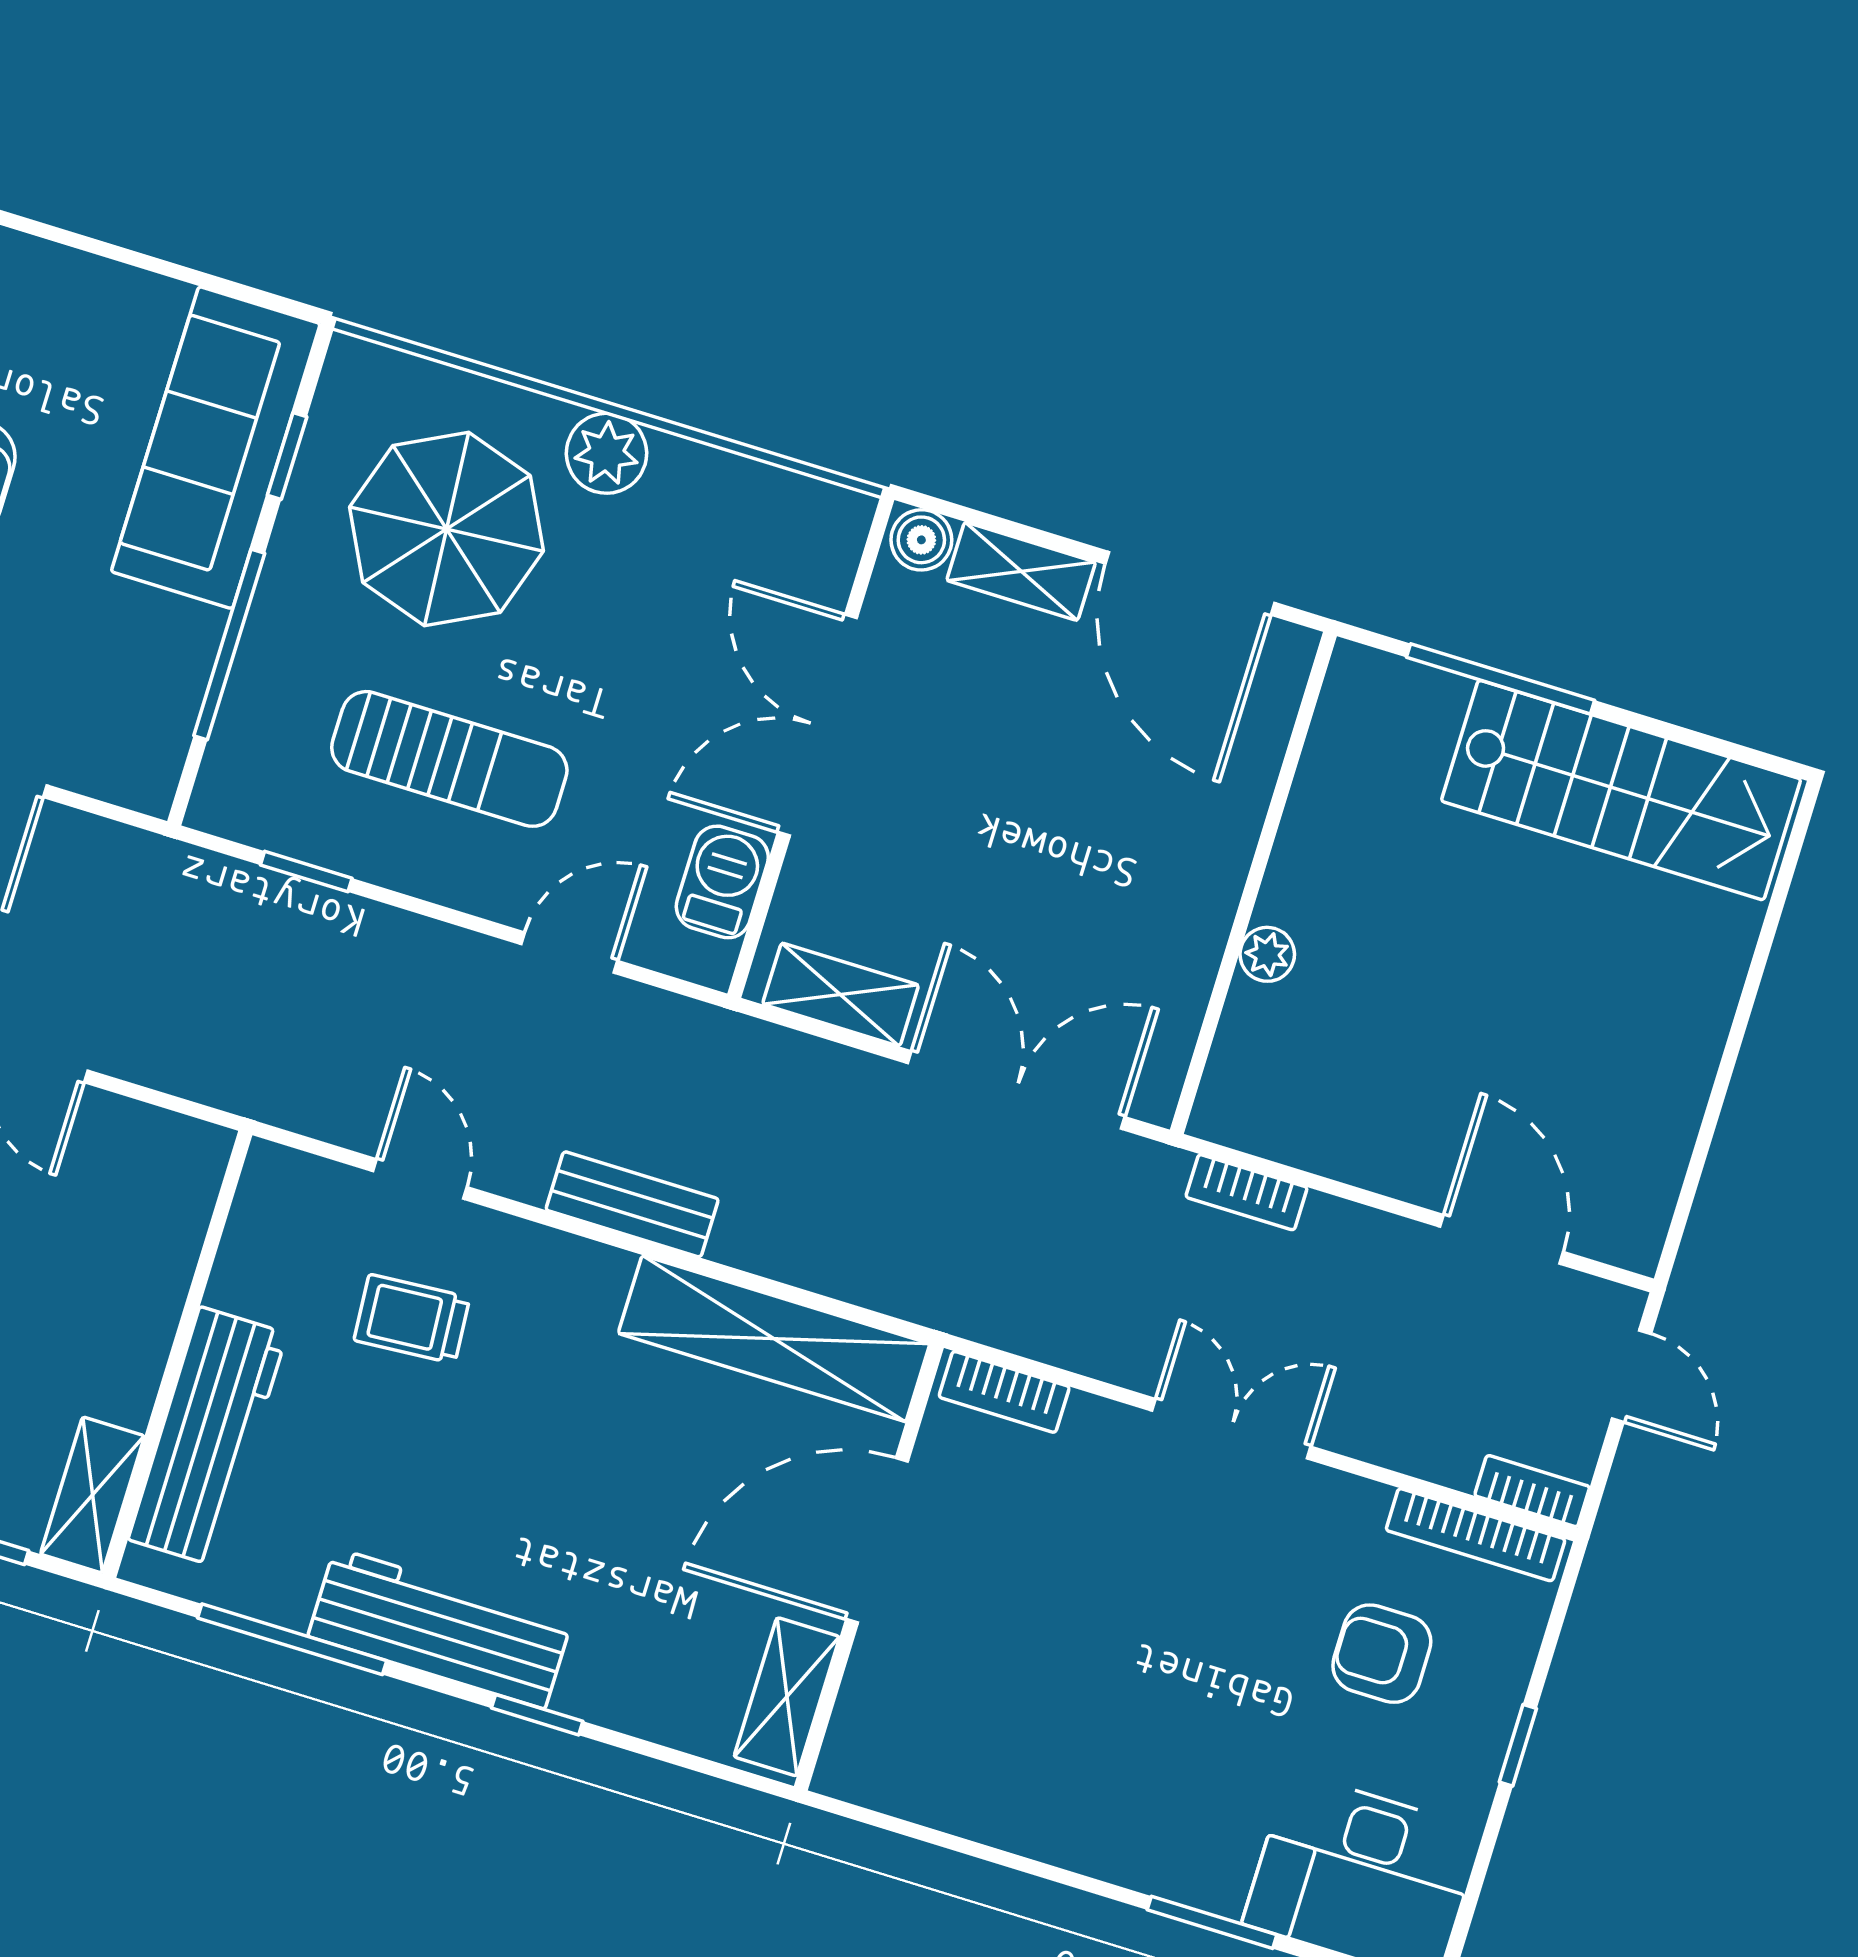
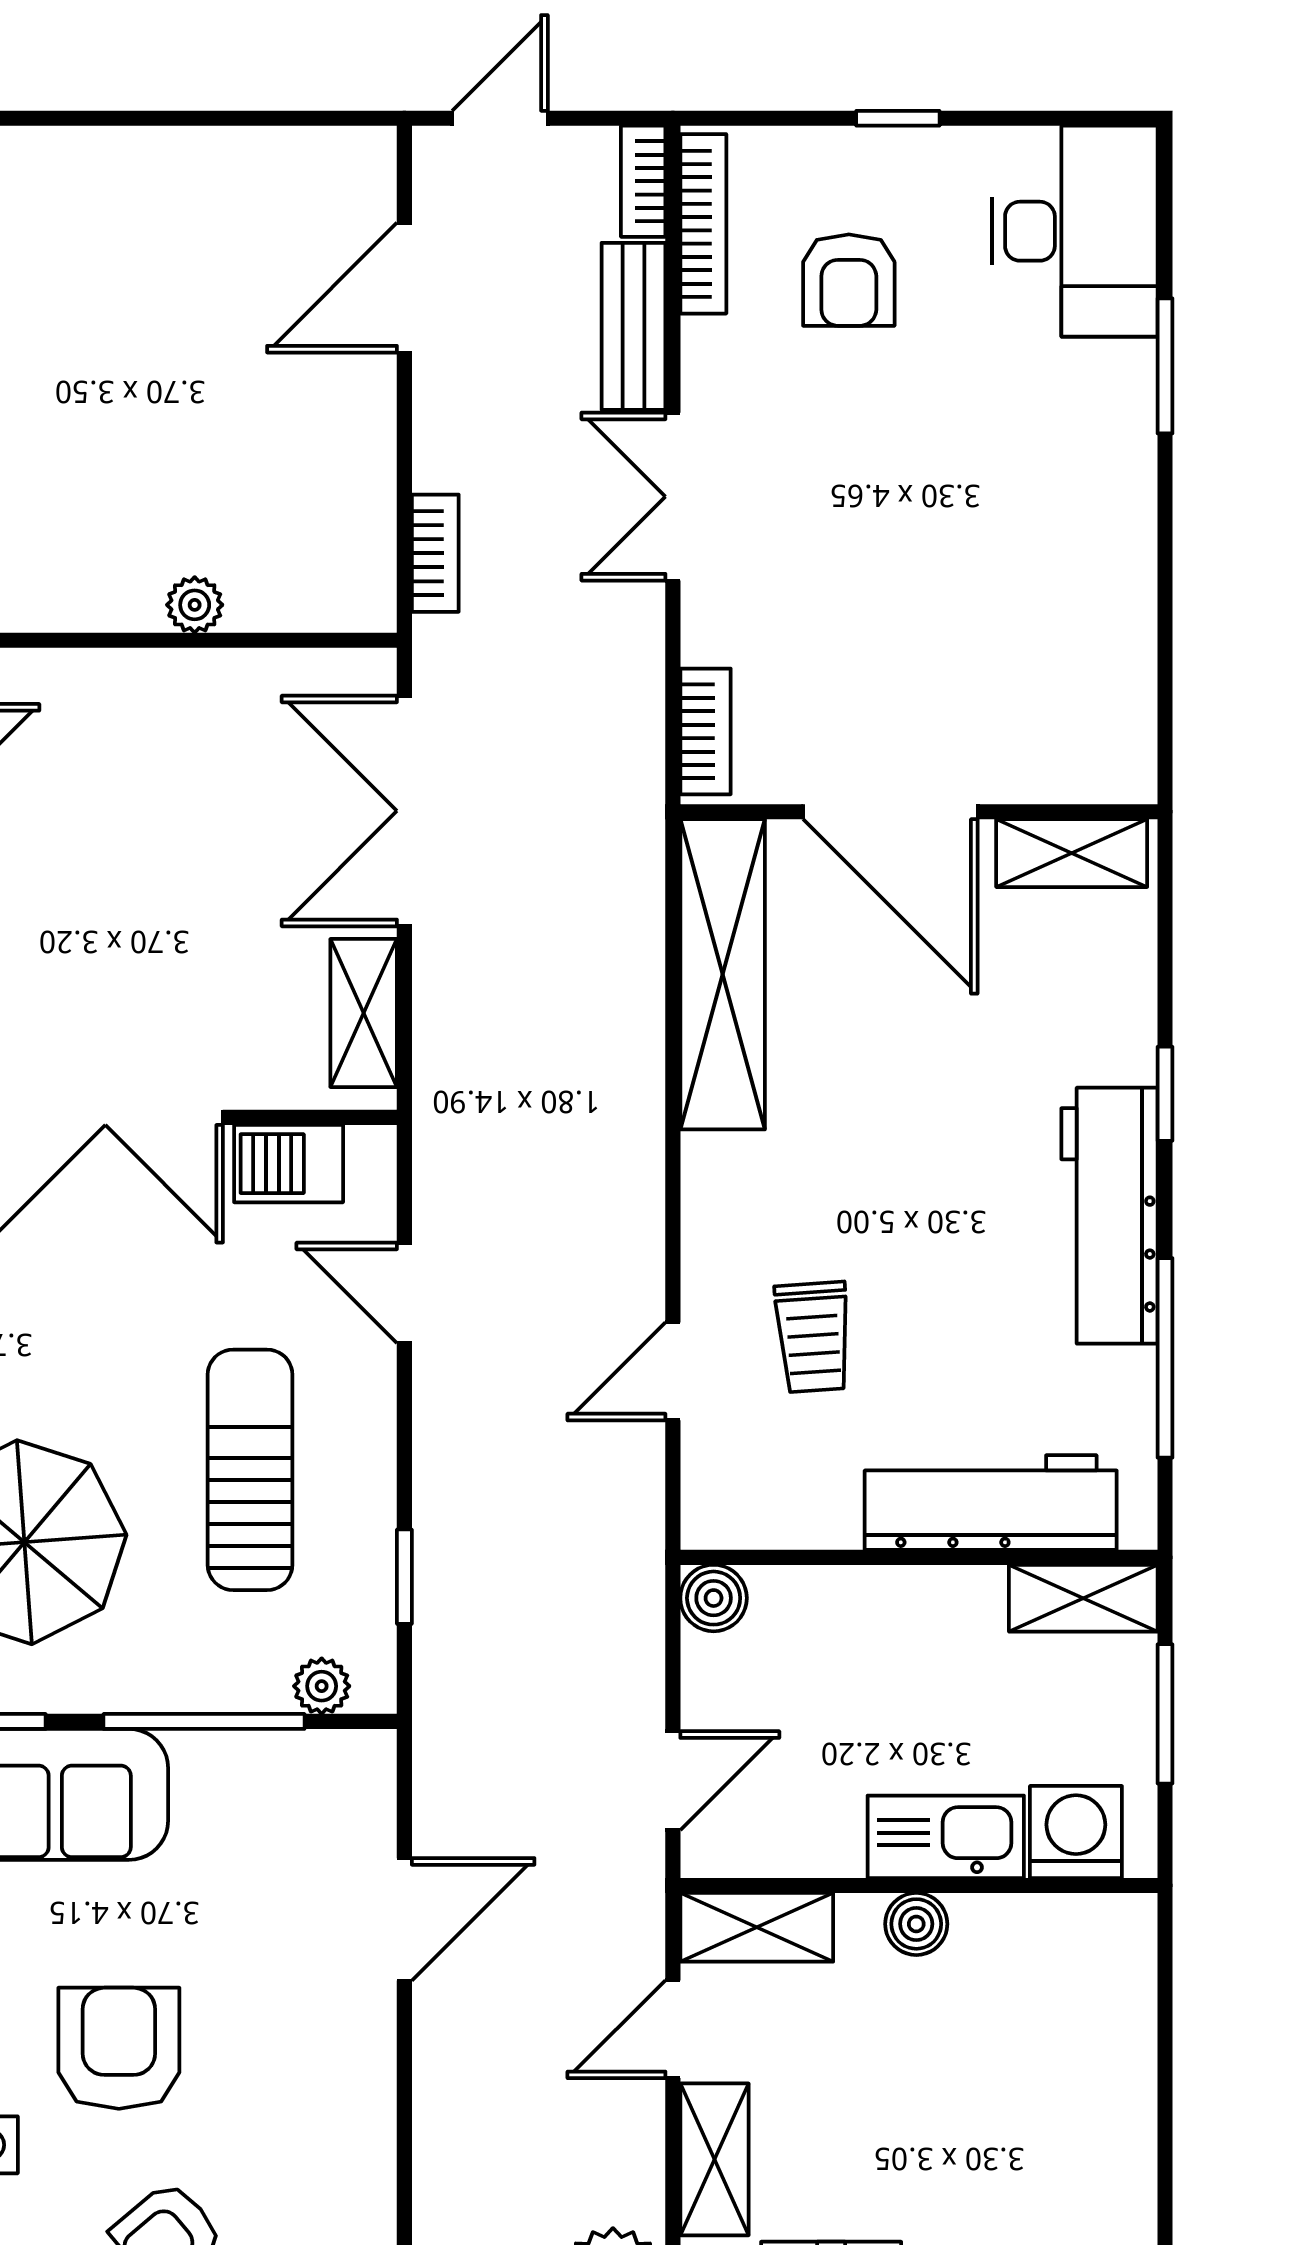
plant: (228, 764) -> (322, 1686), added
boiler: (198, 1152) -> (714, 1598), added
bench: (632, 1204) -> (634, 326), moved

